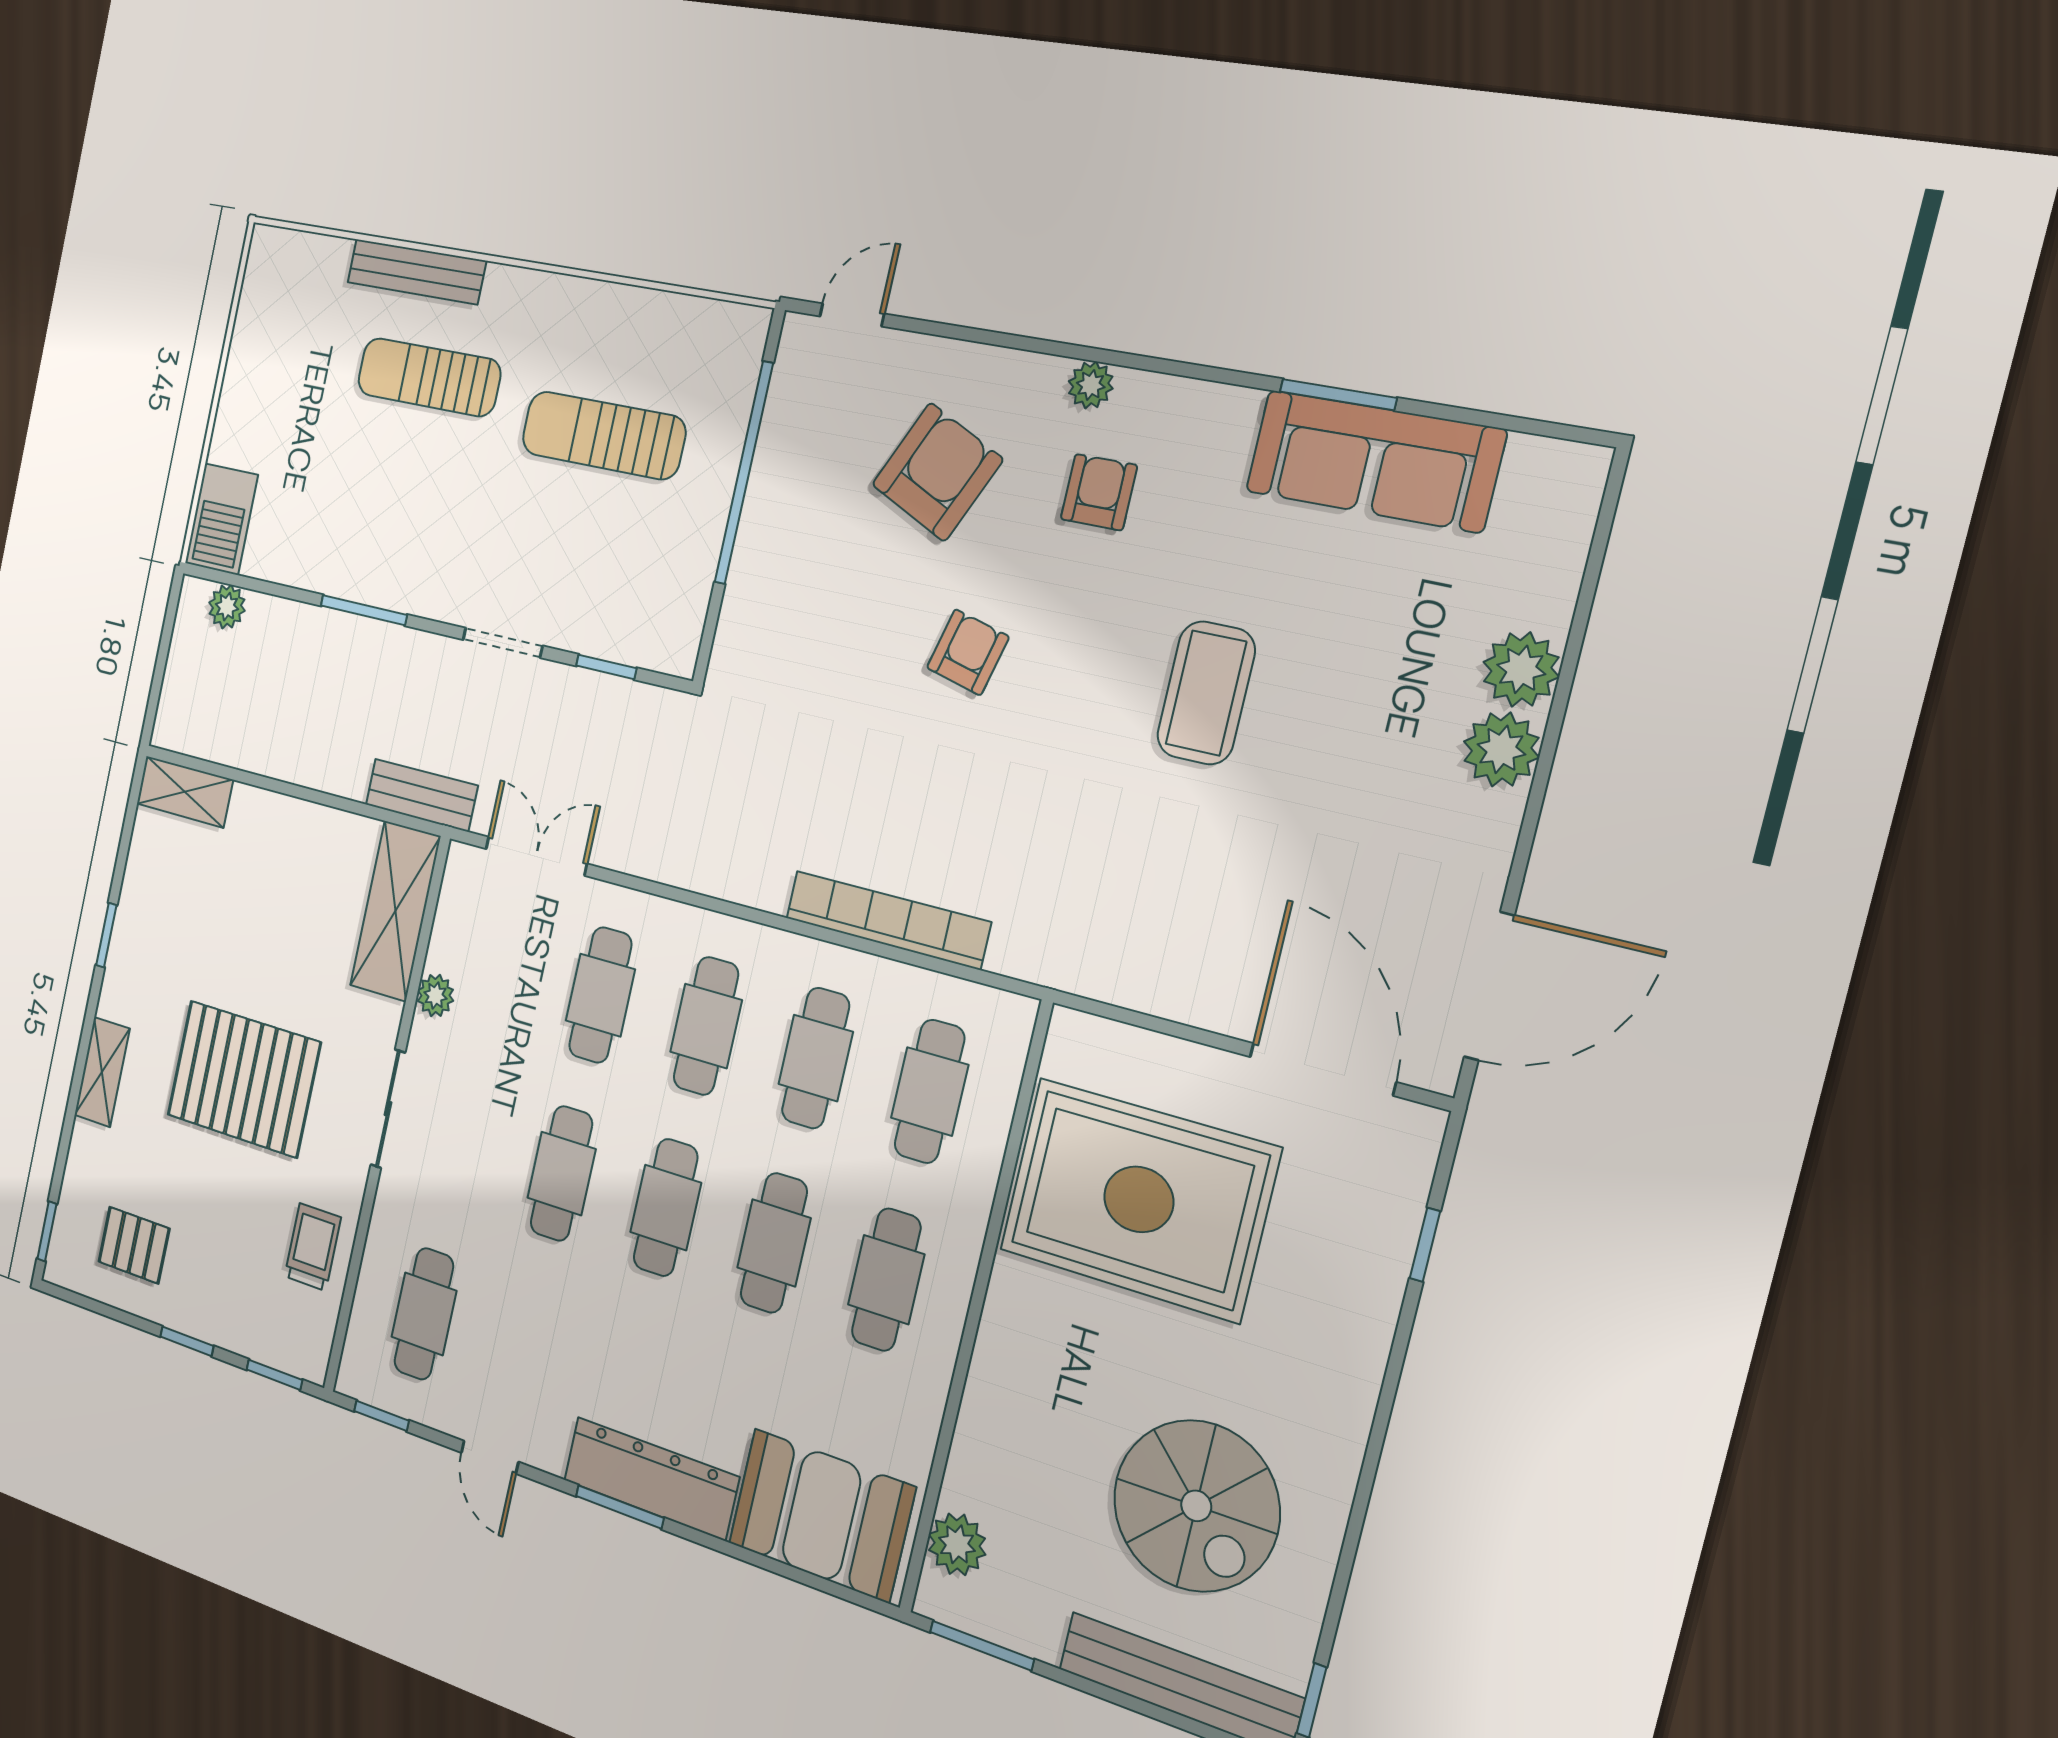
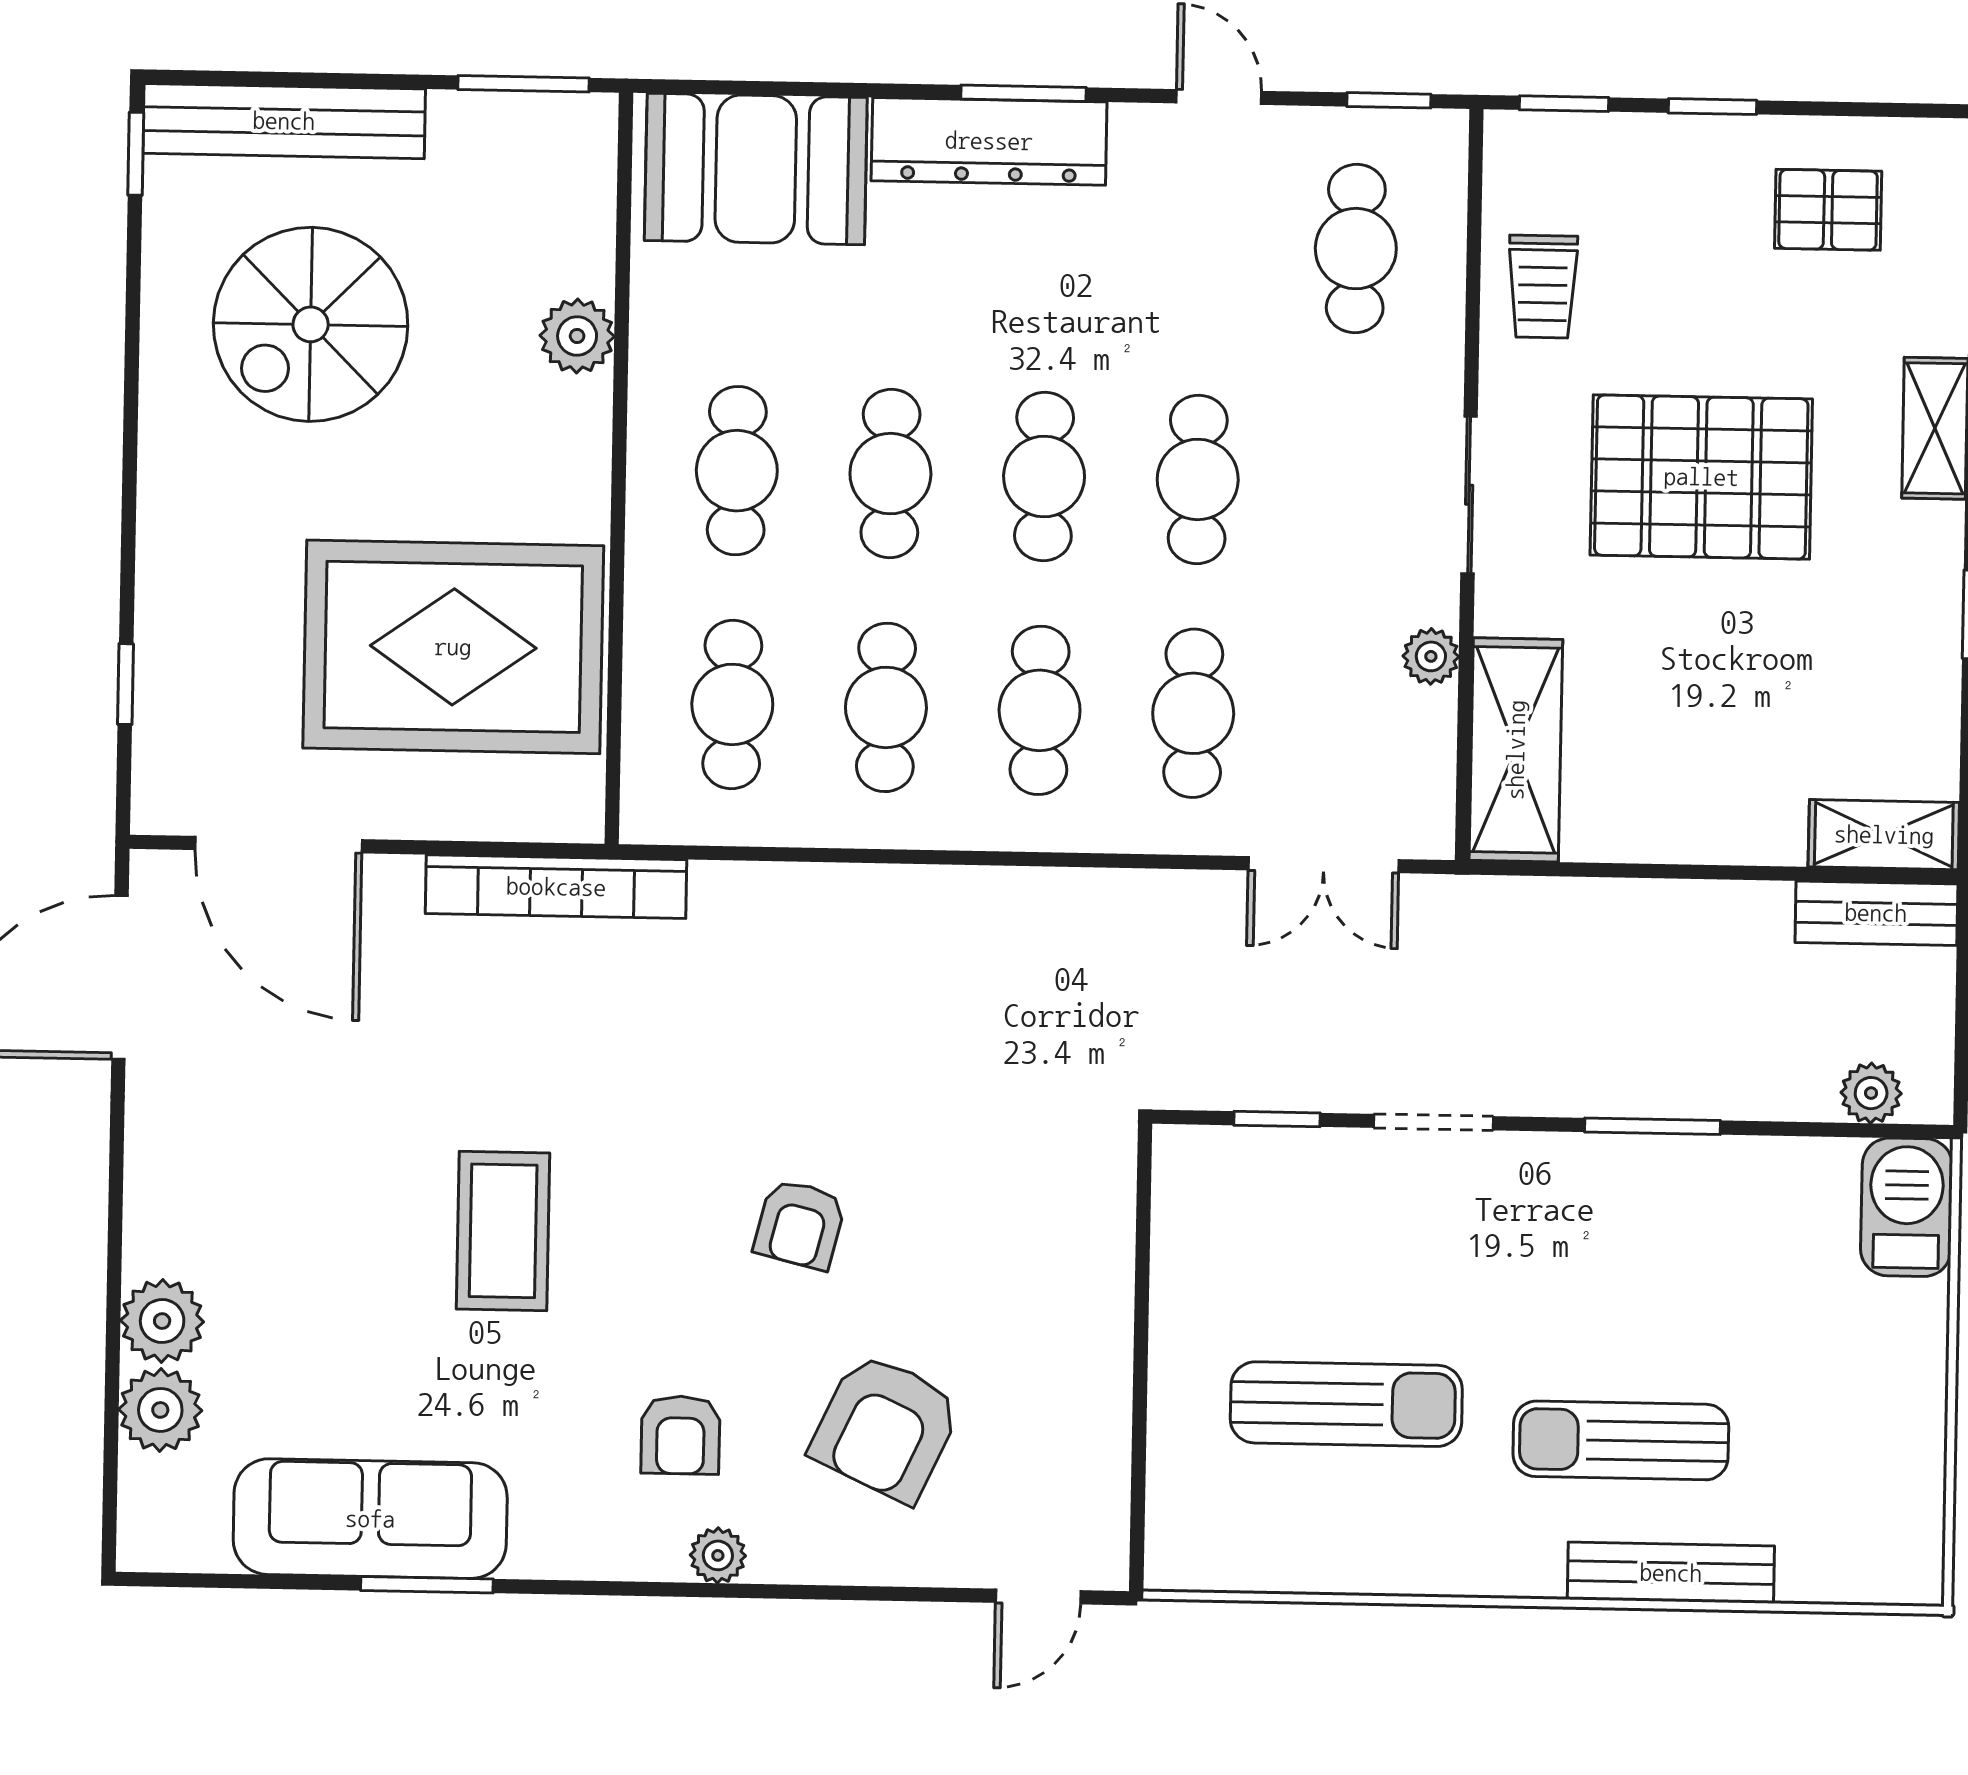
sun lounger: (429, 377) -> (1621, 1440), turned 180
window: (744, 473) -> (1140, 1388), removed
plant: (1501, 749) -> (160, 1410), moved
bench: (422, 795) -> (1876, 913), moved
bookcase: (887, 920) -> (556, 887), moved
spiral stairs: (1196, 1506) -> (311, 324), turned -90
plant: (957, 1544) -> (577, 336), moved

